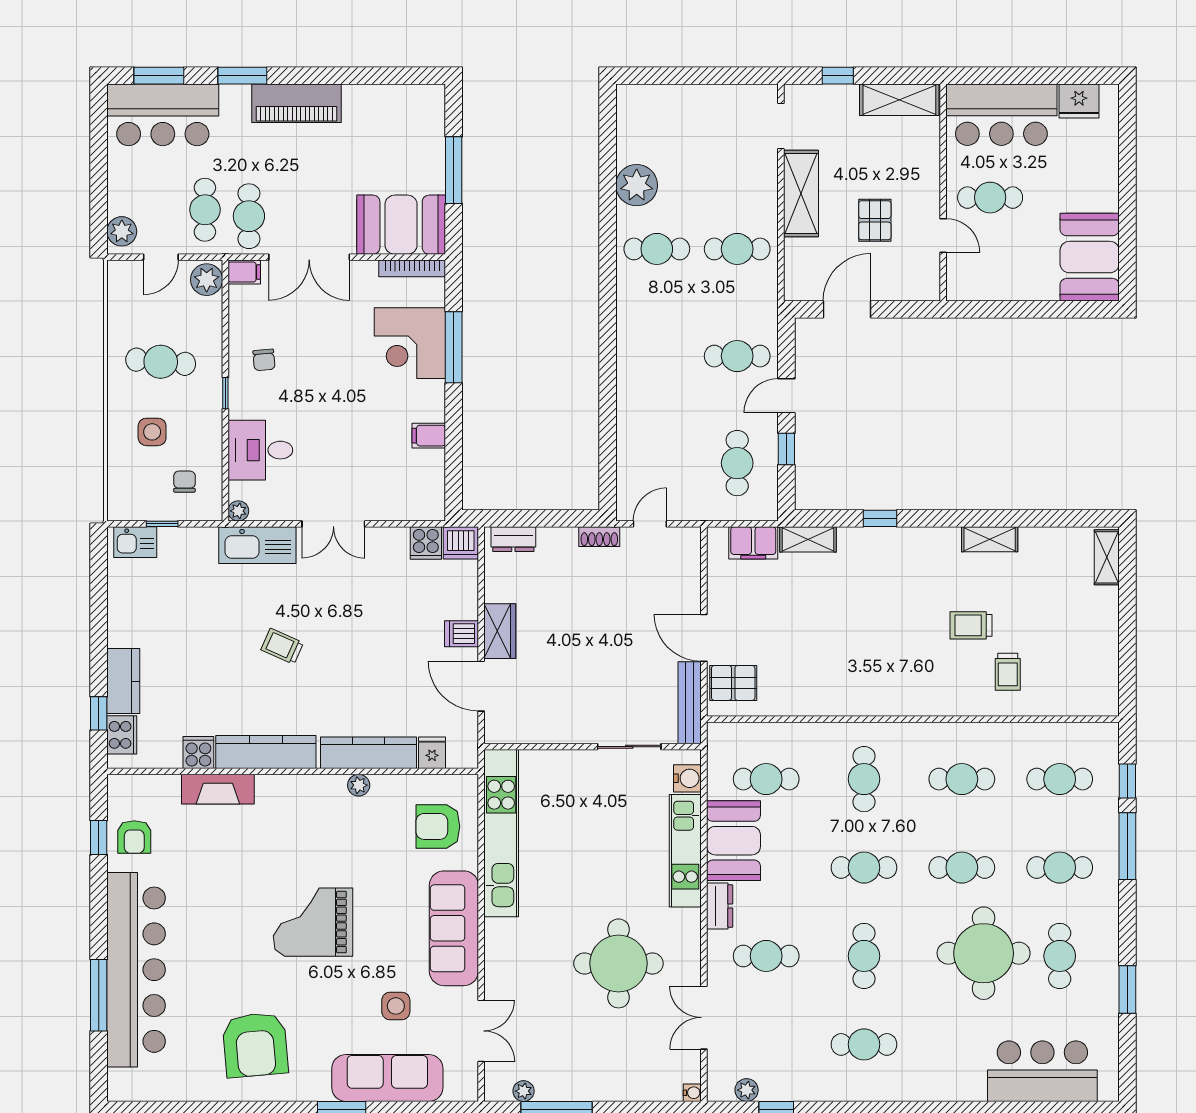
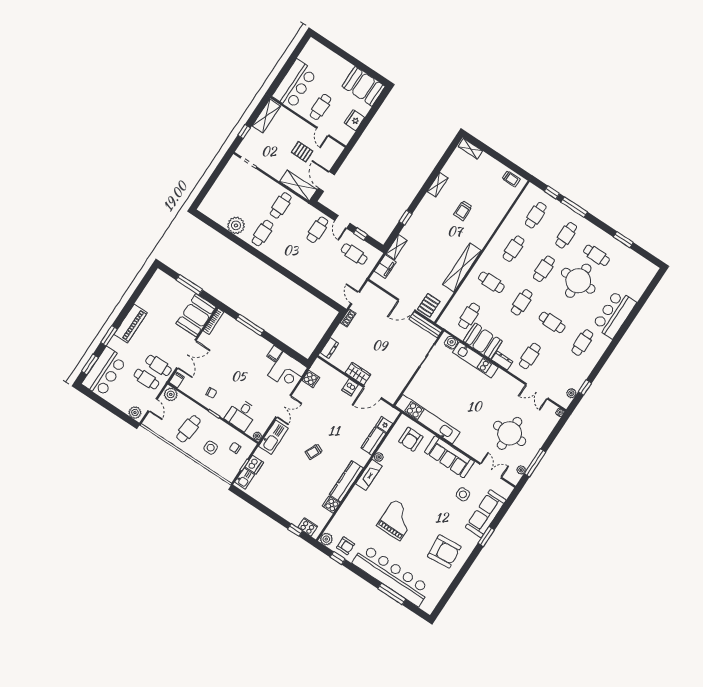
fridge: (1079, 101) -> (354, 120), moved, turned 180
shelving: (801, 193) -> (298, 186), moved
door: (943, 235) -> (323, 132), swing flipped
corner desk: (410, 343) -> (288, 371), moved
dishwasher: (461, 543) -> (254, 465), moved
trolley: (1008, 672) -> (511, 179), moved
kitchen counter: (123, 681) -> (290, 514), removed
shelving: (854, 700) -> (462, 268), added
kitchen counter: (369, 753) -> (373, 441), width x0.67
plant: (122, 789) -> (326, 539), added
fireplace: (218, 789) -> (369, 475), moved
grand piano: (313, 922) -> (397, 520), moved, turned 180
round table: (618, 963) -> (510, 433), moved
bar counter: (1042, 1071) -> (614, 314), moved

